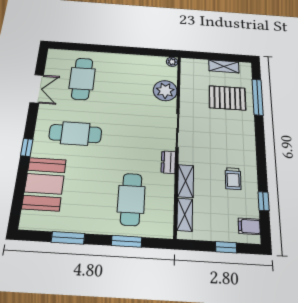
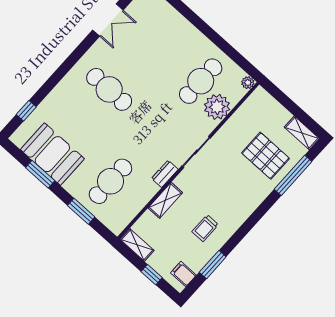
shelving: (224, 66) -> (302, 133), moved
cafe table: (82, 79) -> (201, 81), moved
window: (27, 147) -> (26, 111), moved
booth: (44, 184) -> (52, 154), moved, turned 90
window: (264, 201) -> (213, 265), width x1.50
shelving: (185, 215) -> (137, 245), moved, turned 90

